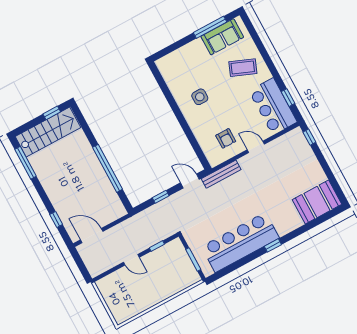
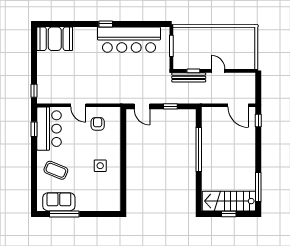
window: (52, 113) -> (229, 214), moved
bench: (221, 174) -> (189, 77), moved
window: (56, 219) -> (258, 120), moved

